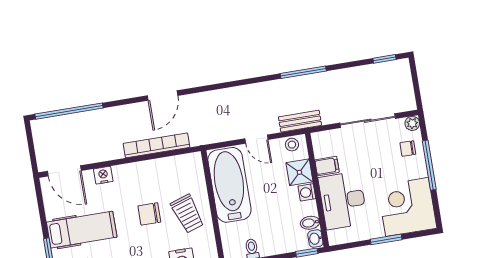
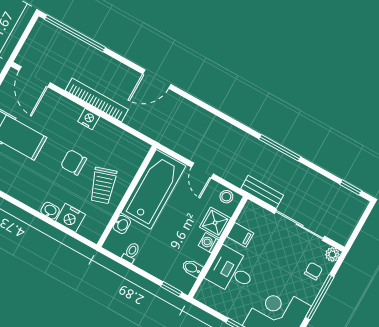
bench: (300, 121) -> (262, 192), moved
bookcase: (157, 145) -> (97, 100), moved
chair: (408, 149) -> (313, 271), turned 89
nightstand: (103, 175) -> (89, 119), moved
desk: (343, 200) -> (231, 271), width x0.73
washbasin: (315, 239) -> (122, 224), moved, turned 180

